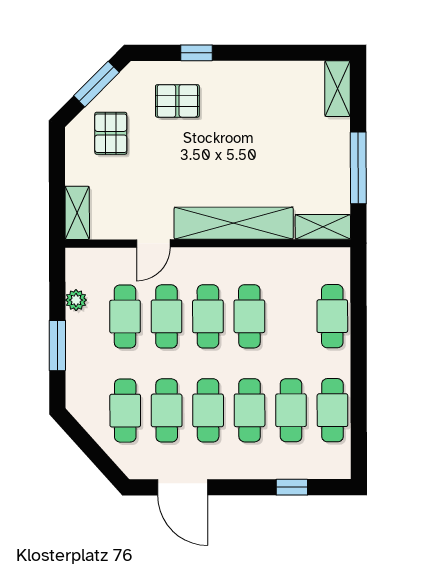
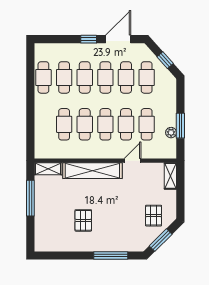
window: (196, 53) -> (111, 256), width x2.17
shelving: (338, 89) -> (41, 238), removed
pallet: (177, 101) -> (83, 220), moved, turned 90
cafe table: (332, 316) -> (64, 124), moved
window: (57, 345) -> (180, 126), moved
window: (88, 445) -> (165, 60), added
door: (183, 487) -> (118, 39), hinge flipped
window: (292, 487) -> (89, 39), moved

